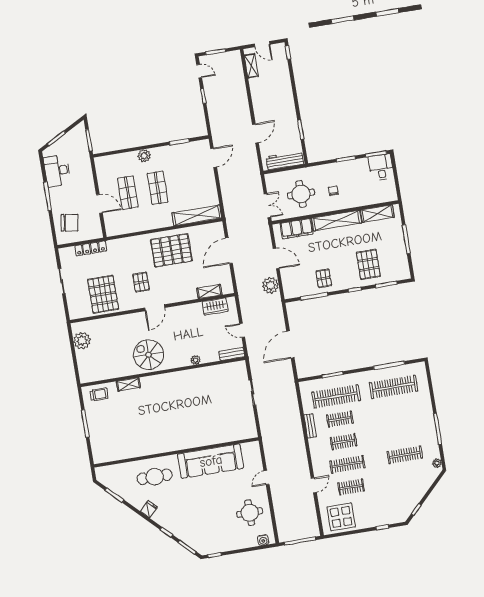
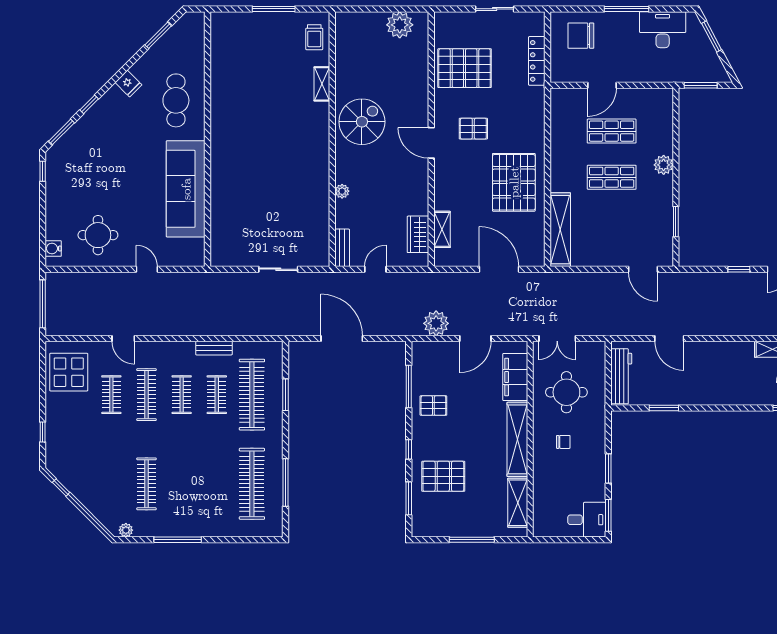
chair: (70, 223) -> (581, 36), turned 81

